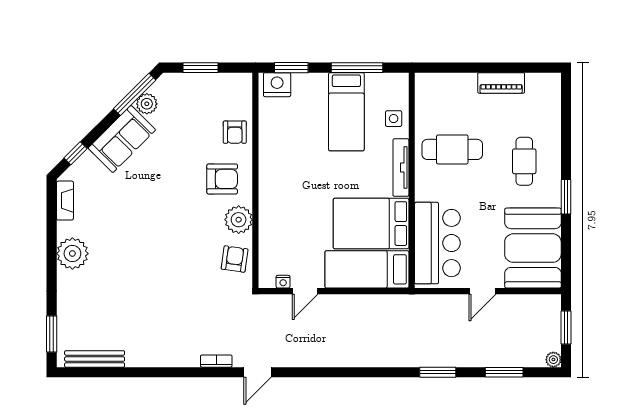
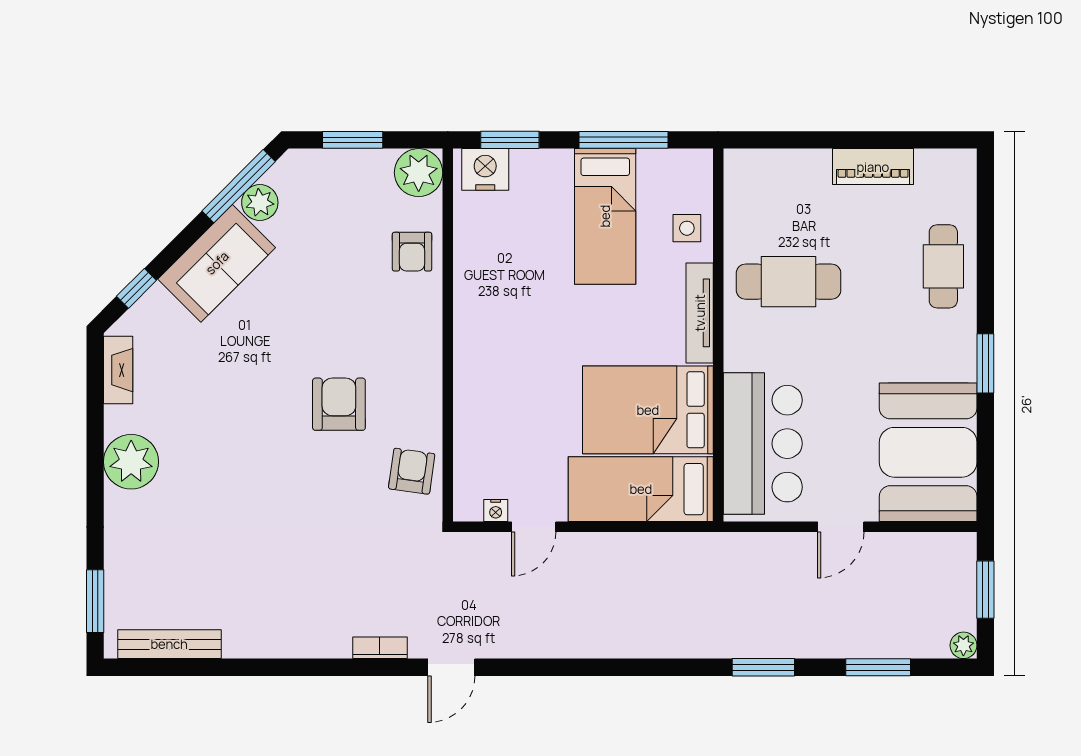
cafe table: (524, 161) -> (943, 266), moved
armchair: (222, 179) -> (339, 404), moved, turned -90
plant: (239, 220) -> (419, 173), moved

